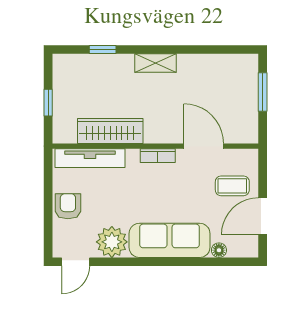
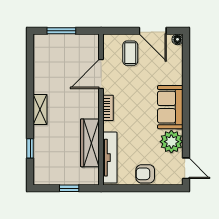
sofa: (170, 240) -> (170, 107), width x0.73
floor lamp: (219, 250) -> (177, 39), moved

